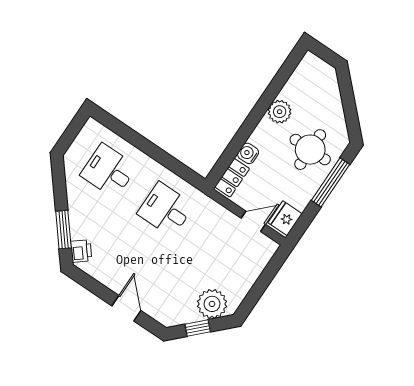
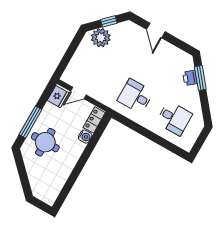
plant: (280, 112) -> (67, 165), removed
desk: (166, 209) -> (135, 96), turned 180
printer: (81, 251) -> (190, 78), moved

